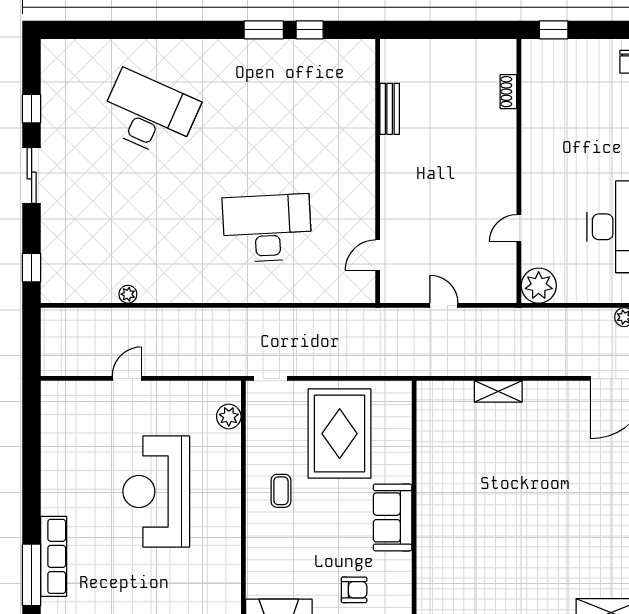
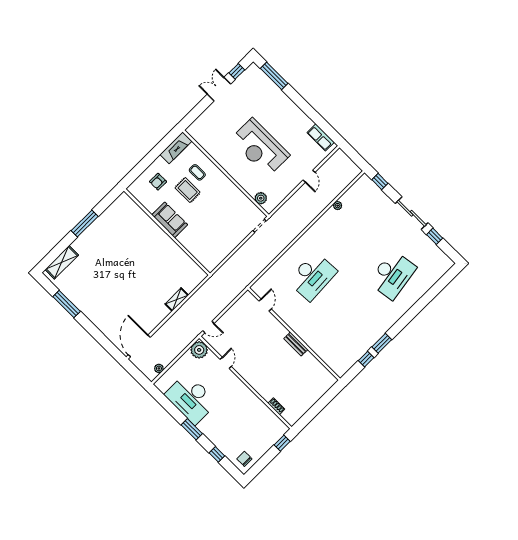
bench: (390, 109) -> (296, 344), moved
desk: (149, 114) -> (392, 275), turned -33
sliding door: (32, 176) -> (412, 213), width x1.37
door: (444, 305) -> (208, 327), moved
rug: (340, 434) -> (188, 190), moved, width x0.54, depth x0.49
reception desk: (156, 491) -> (260, 147), turned 180
coffee table: (281, 491) -> (197, 172), moved
row of seats: (54, 556) -> (321, 137), moved, width x0.68

